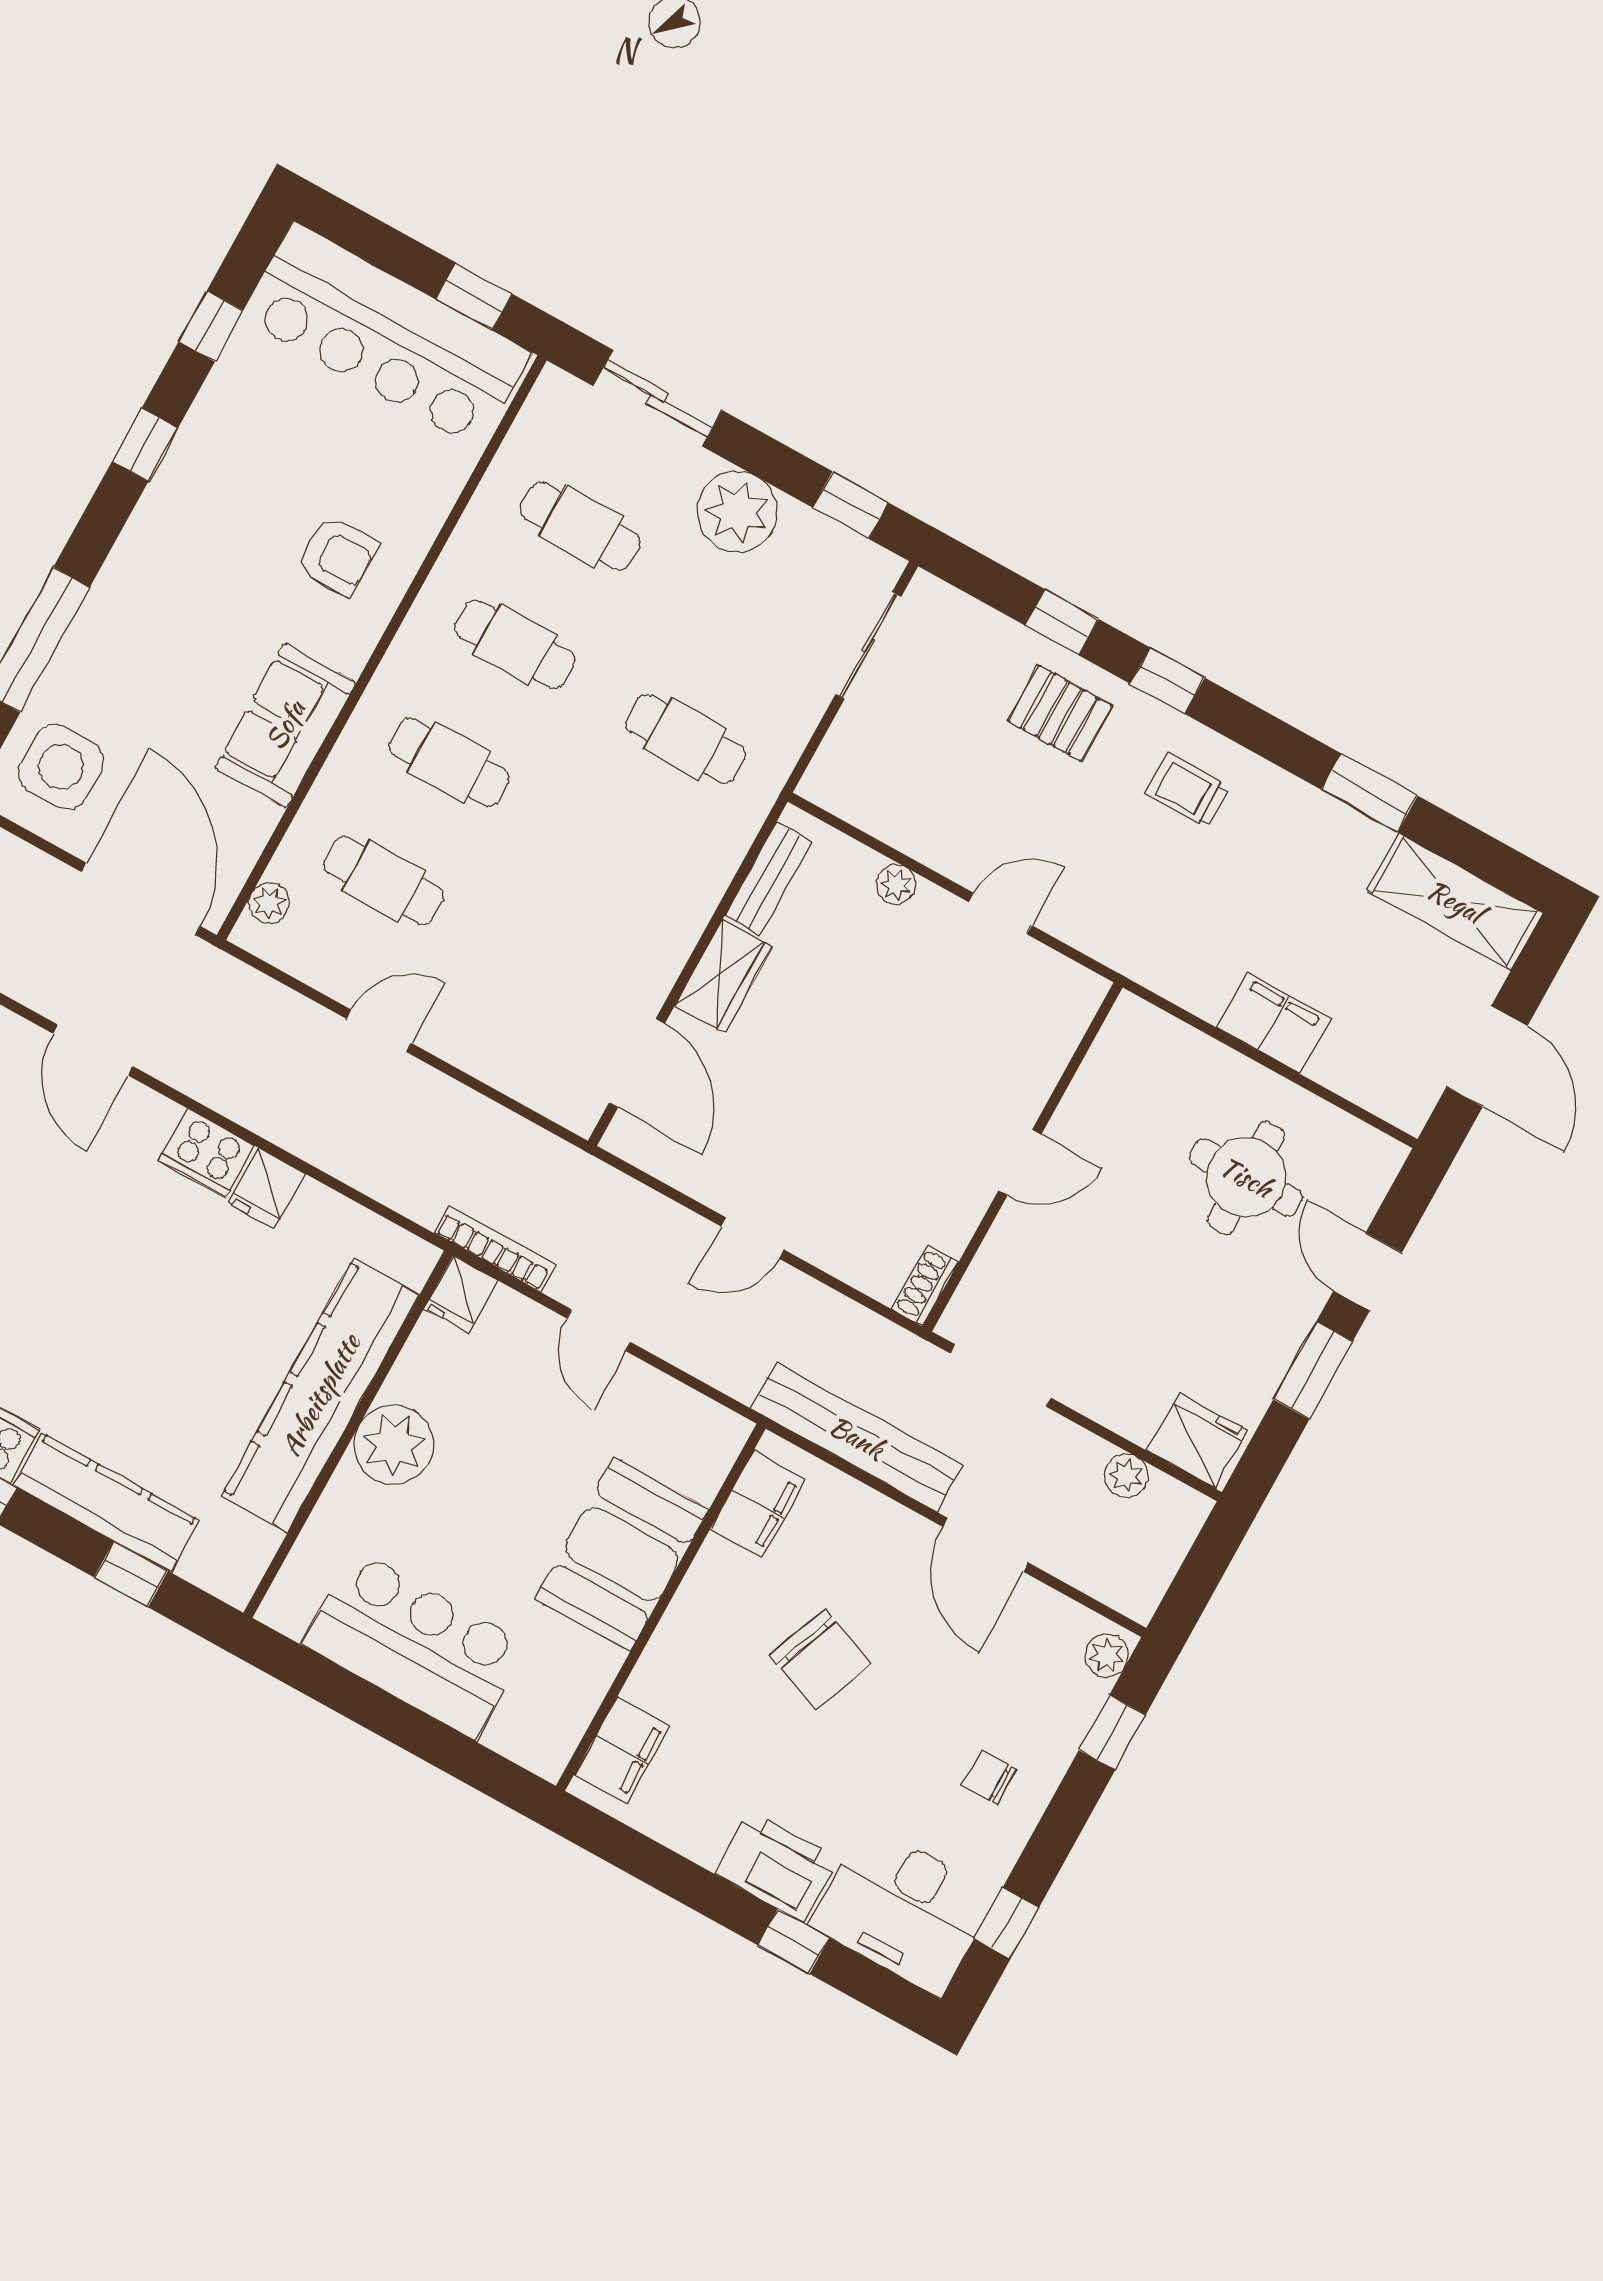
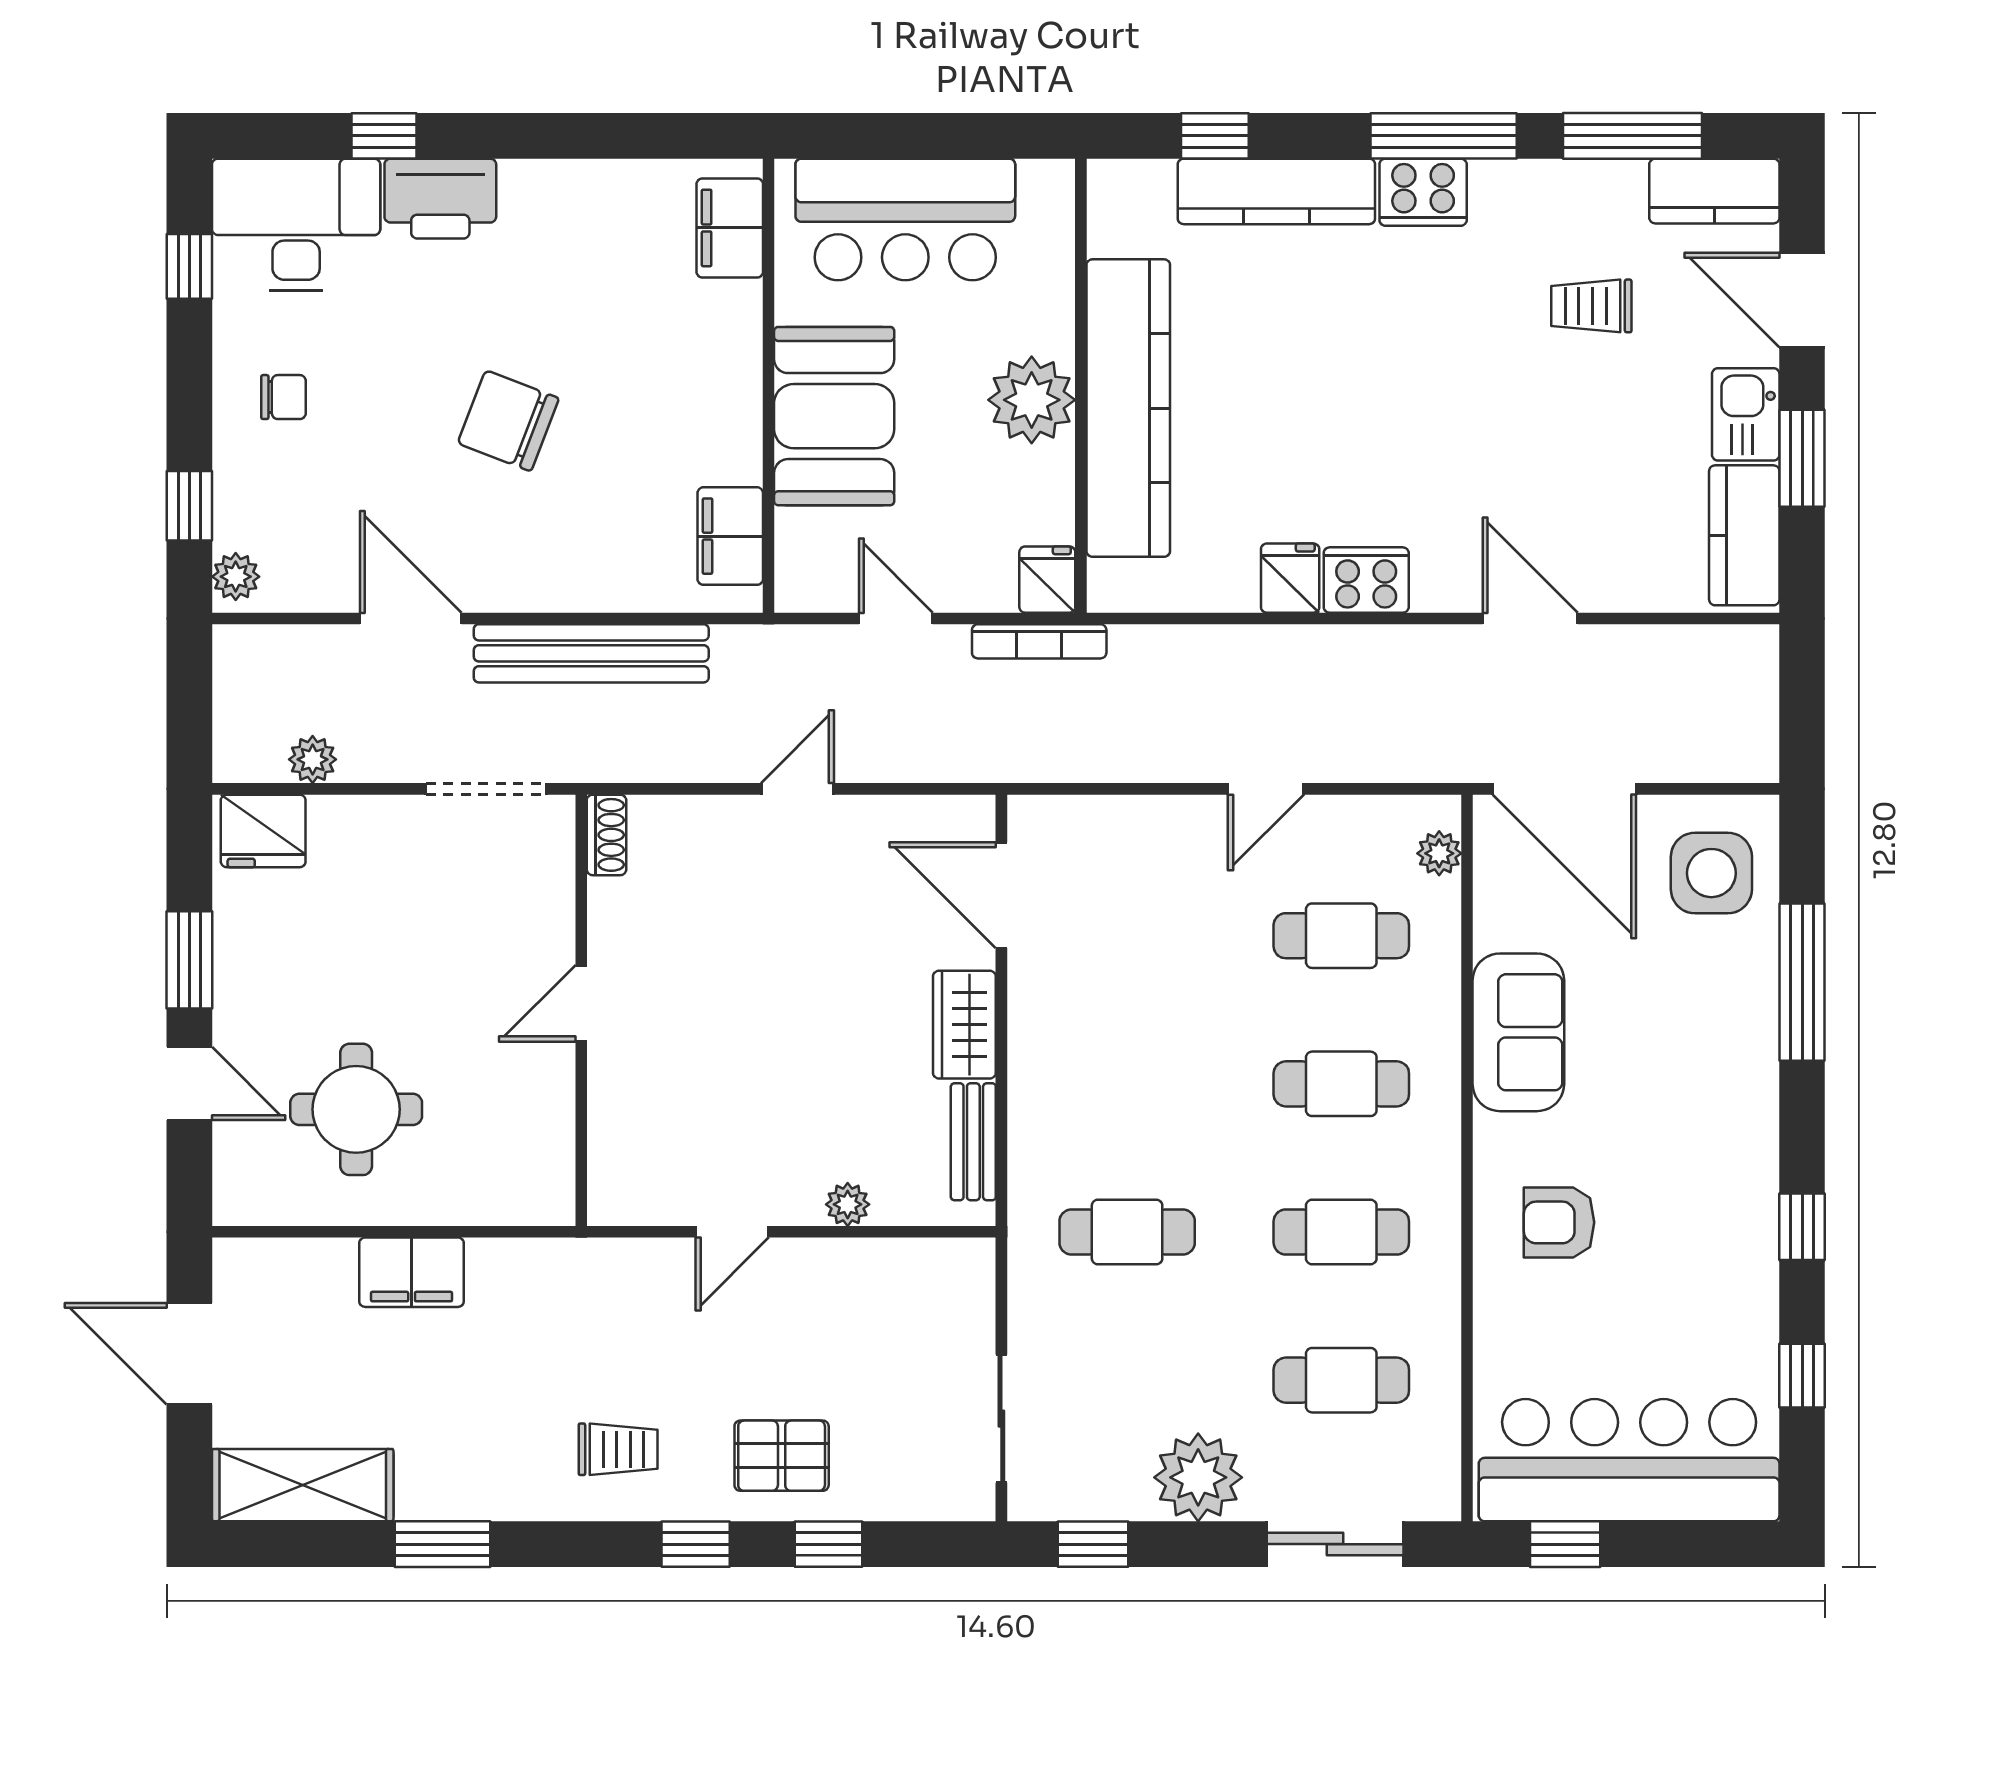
filing cabinet: (758, 1504) -> (730, 536), moved
booth: (622, 1554) -> (834, 416), moved
wall: (661, 1607) -> (769, 386), moved
filing cabinet: (622, 1750) -> (730, 228), moved

